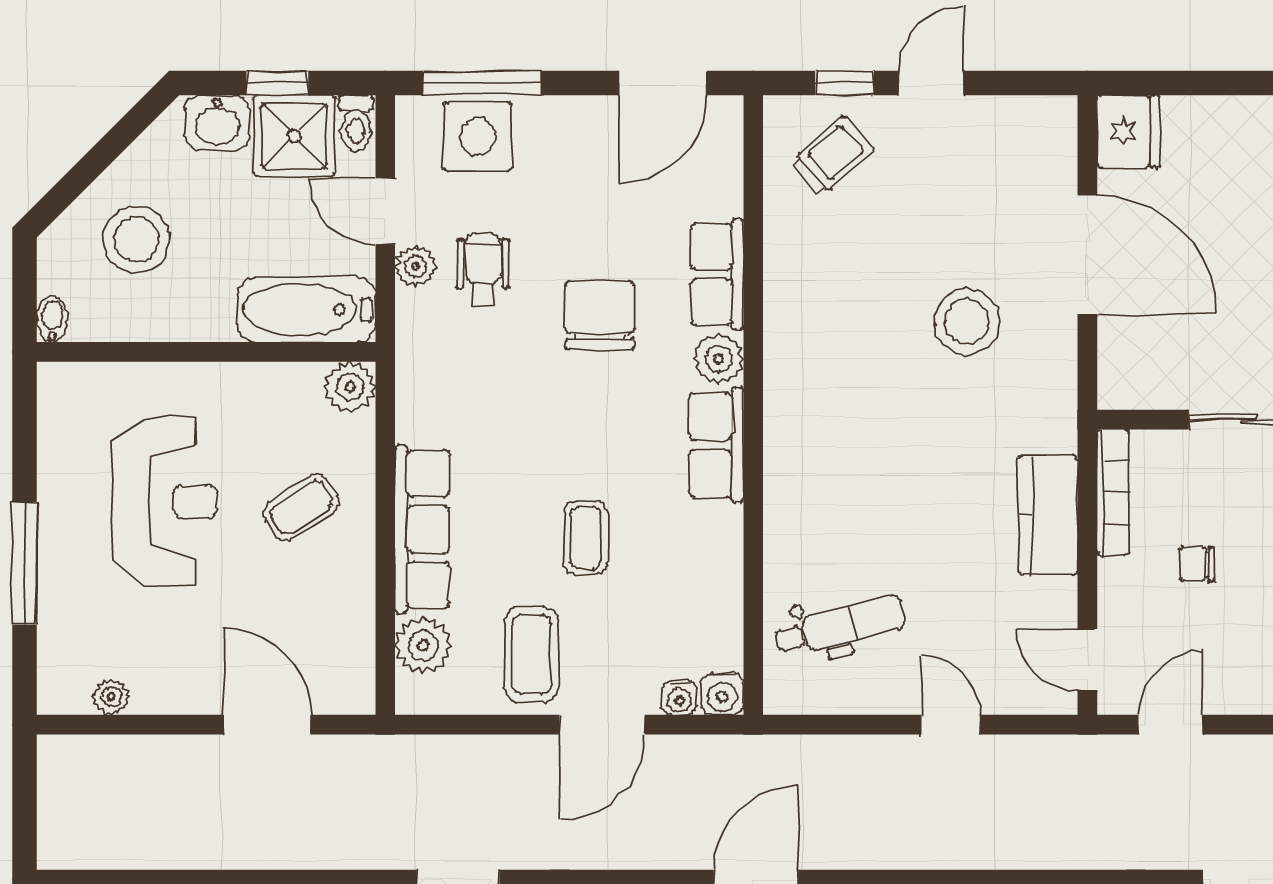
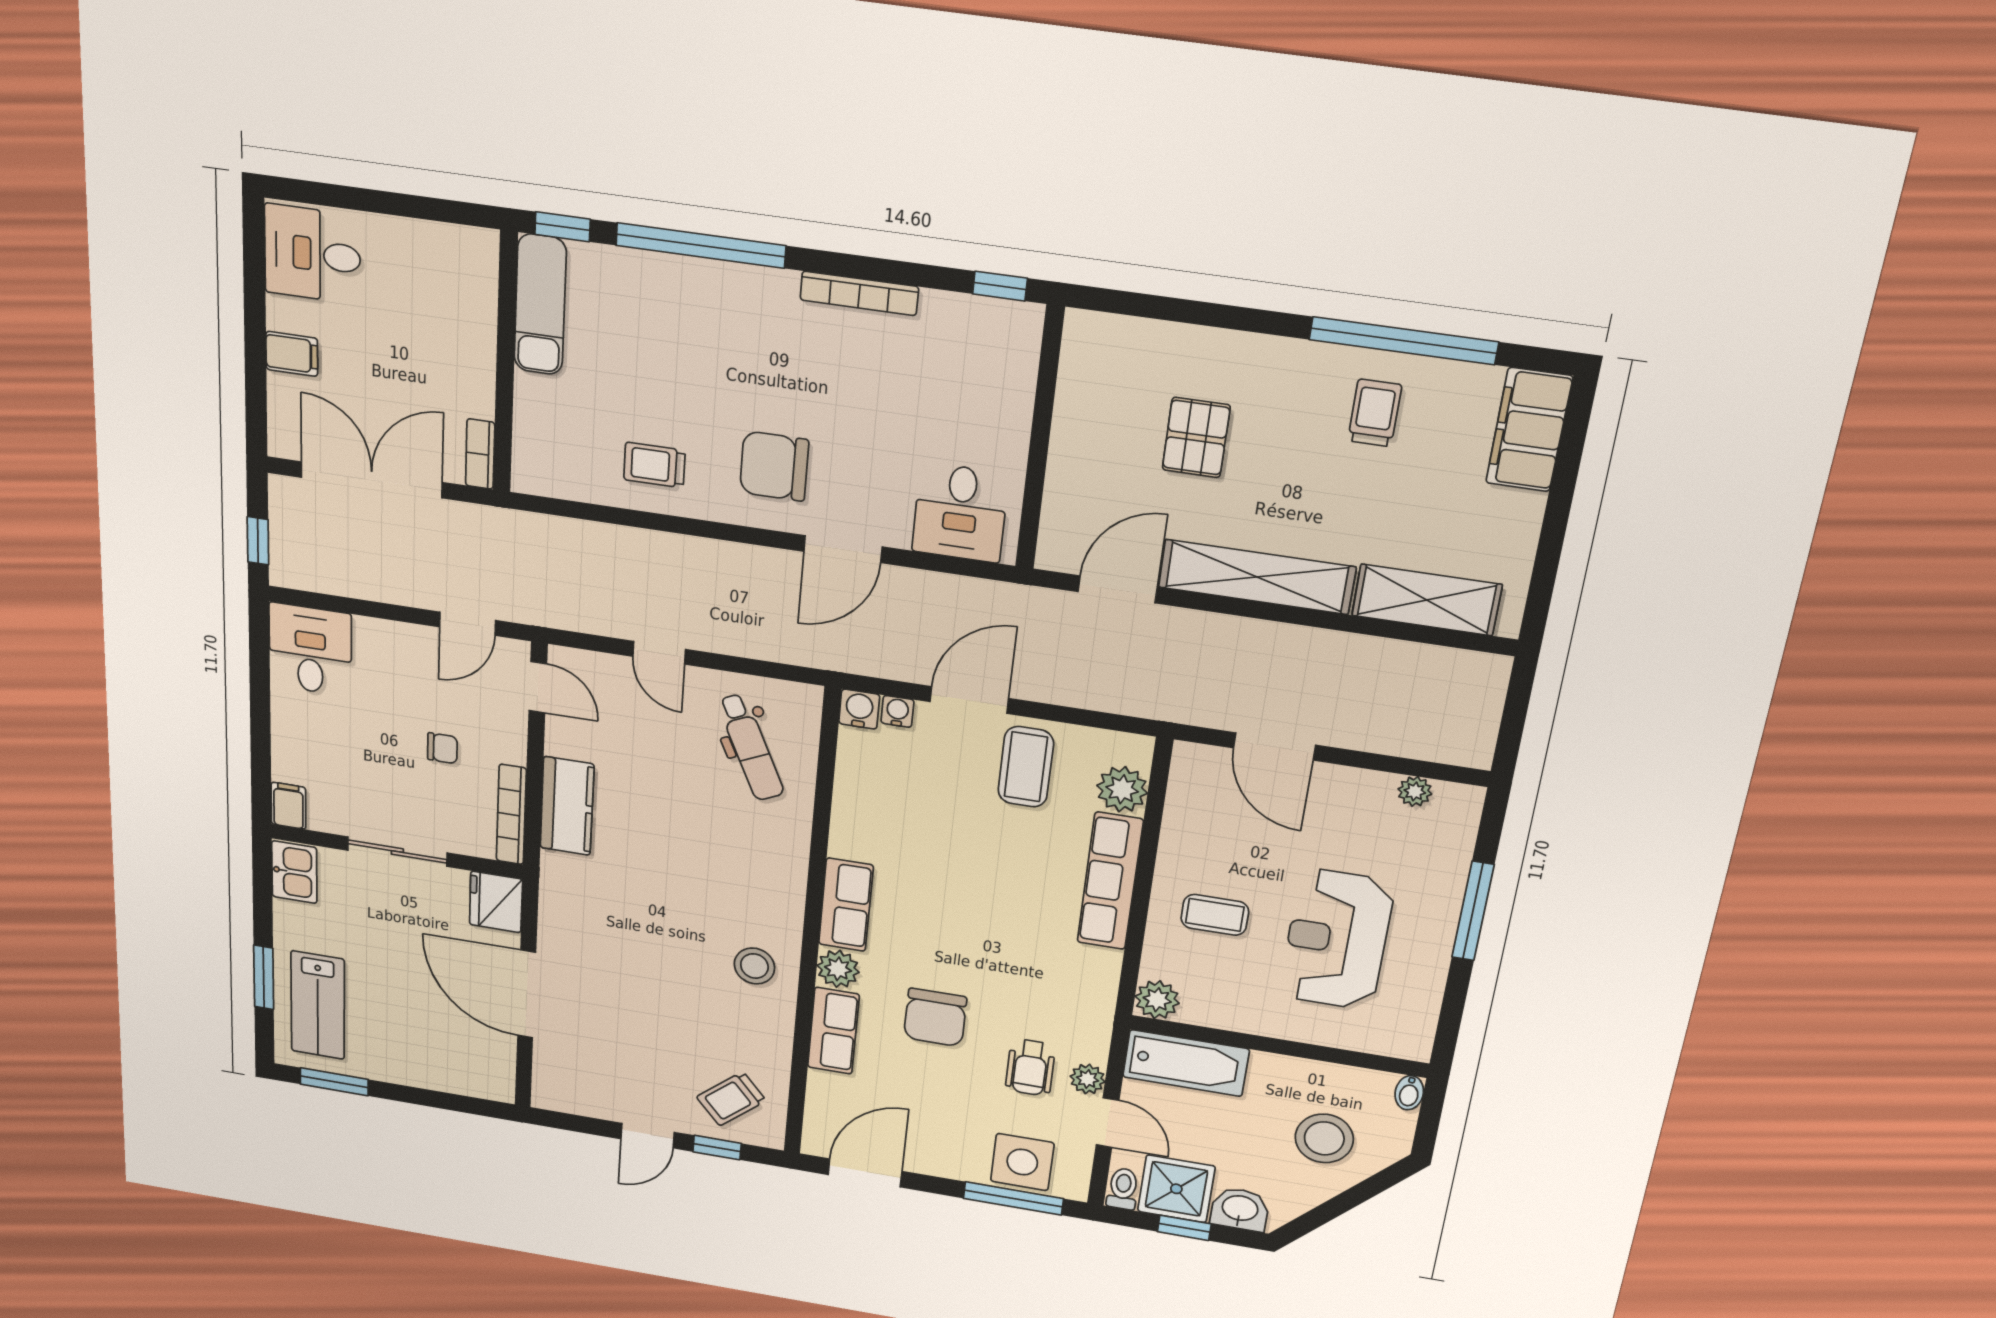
fridge: (1128, 132) -> (496, 902), moved
stool: (967, 322) -> (754, 966), moved, width x0.73, depth x0.73
coffee table: (301, 508) -> (1215, 915), turned 33
coffee table: (586, 538) -> (967, 852), removed
dental chair: (840, 626) -> (751, 747), turned -101

